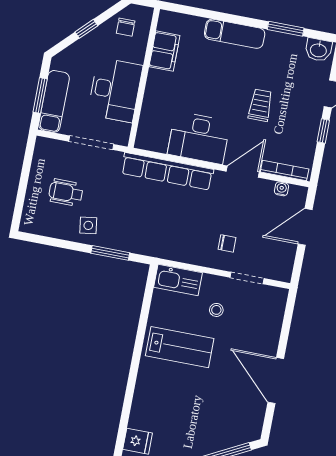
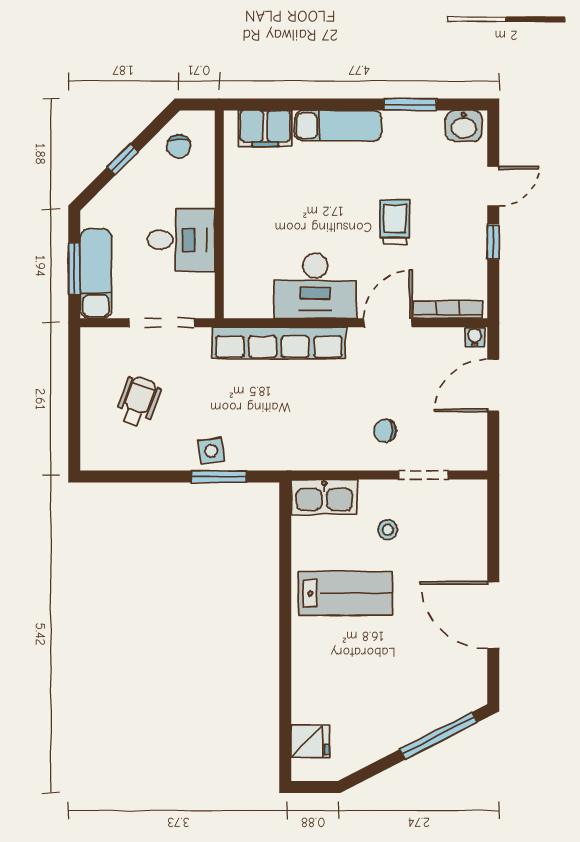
filing cabinet: (165, 51) -> (265, 128), moved, turned 90
desk: (115, 90) -> (181, 240), width x0.73
water cooler: (281, 189) -> (475, 337), moved
wheelchair: (66, 192) -> (138, 402), turned 110
side table: (88, 225) -> (211, 451), moved
chair: (227, 243) -> (385, 431), turned 180

